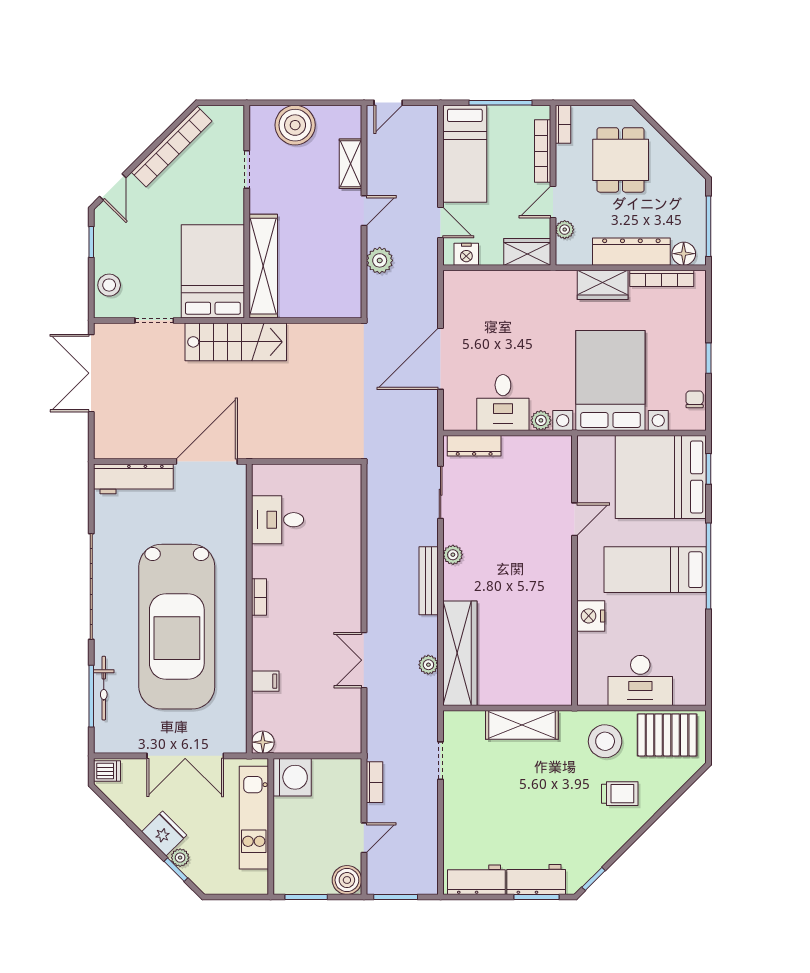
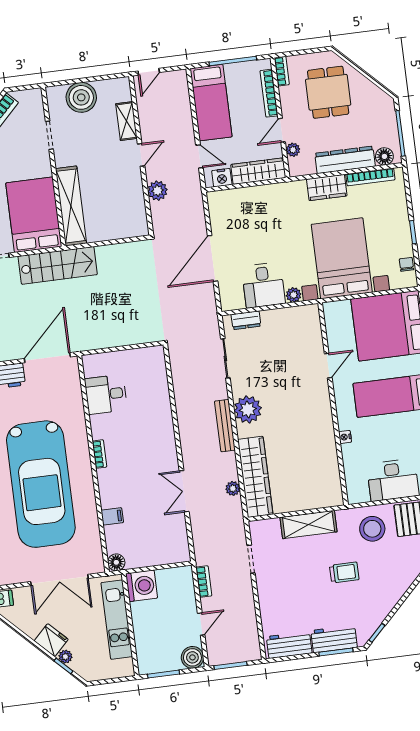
wardrobe: (527, 252) -> (258, 171), width x1.50
dresser: (474, 446) -> (246, 320), width x0.70
plant: (453, 555) -> (248, 409), width x1.88, depth x1.88
nightstand: (591, 616) -> (345, 437), width x0.53, depth x0.56
trolley: (620, 794) -> (344, 572), moved

